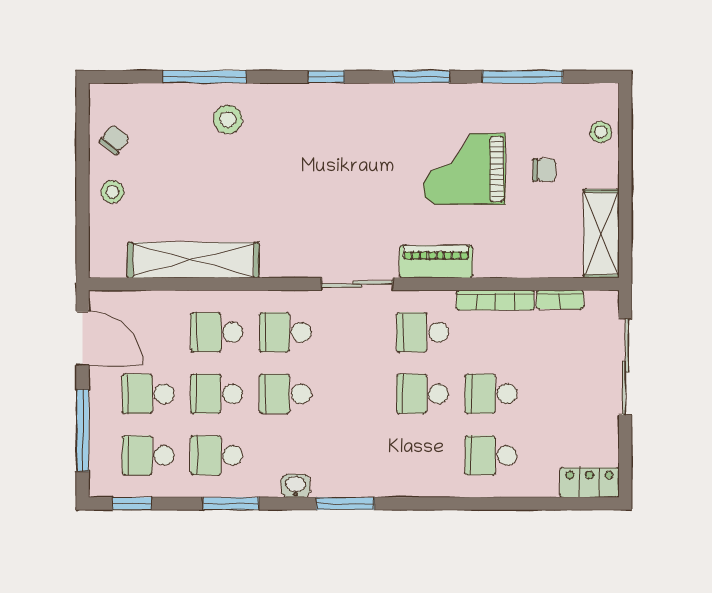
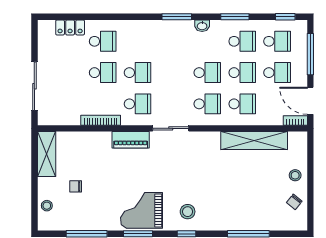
stool: (228, 119) -> (188, 212), moved
grand piano: (464, 169) -> (141, 210), moved, turned 180
bookcase: (560, 300) -> (295, 120), moved
locker: (590, 483) -> (70, 27), moved

